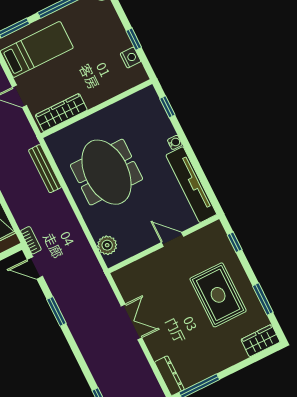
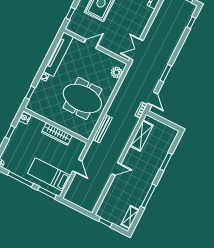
nightstand: (131, 58) -> (25, 118), moved
wardrobe: (61, 113) -> (57, 134), moved
meeting table: (106, 172) -> (82, 98), turned 90
door: (172, 239) -> (91, 44), swing flipped
double door: (132, 322) -> (136, 49), moved

